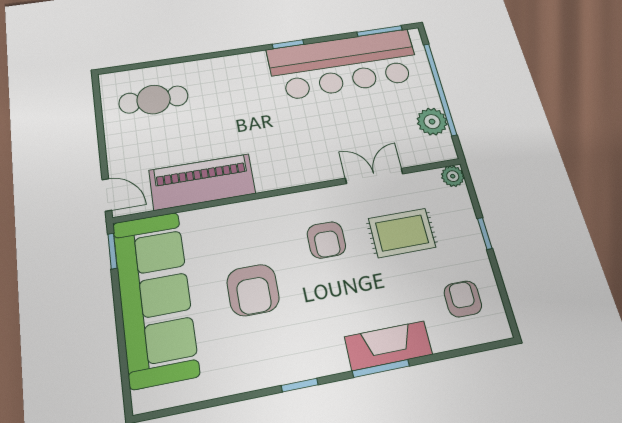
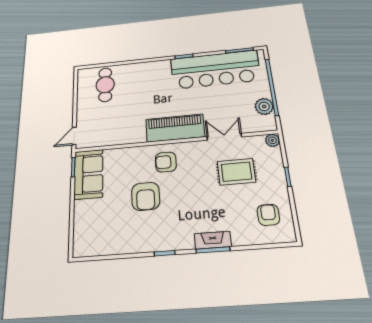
cafe table: (154, 99) -> (105, 85), turned 90
piano: (202, 182) -> (175, 128), moved
door: (107, 195) -> (74, 136), swing flipped
armchair: (326, 240) -> (166, 162), moved, turned 90
sofa: (155, 297) -> (89, 174), width x0.54, depth x0.79
fireplace: (388, 346) -> (213, 240), width x0.73, depth x0.76

